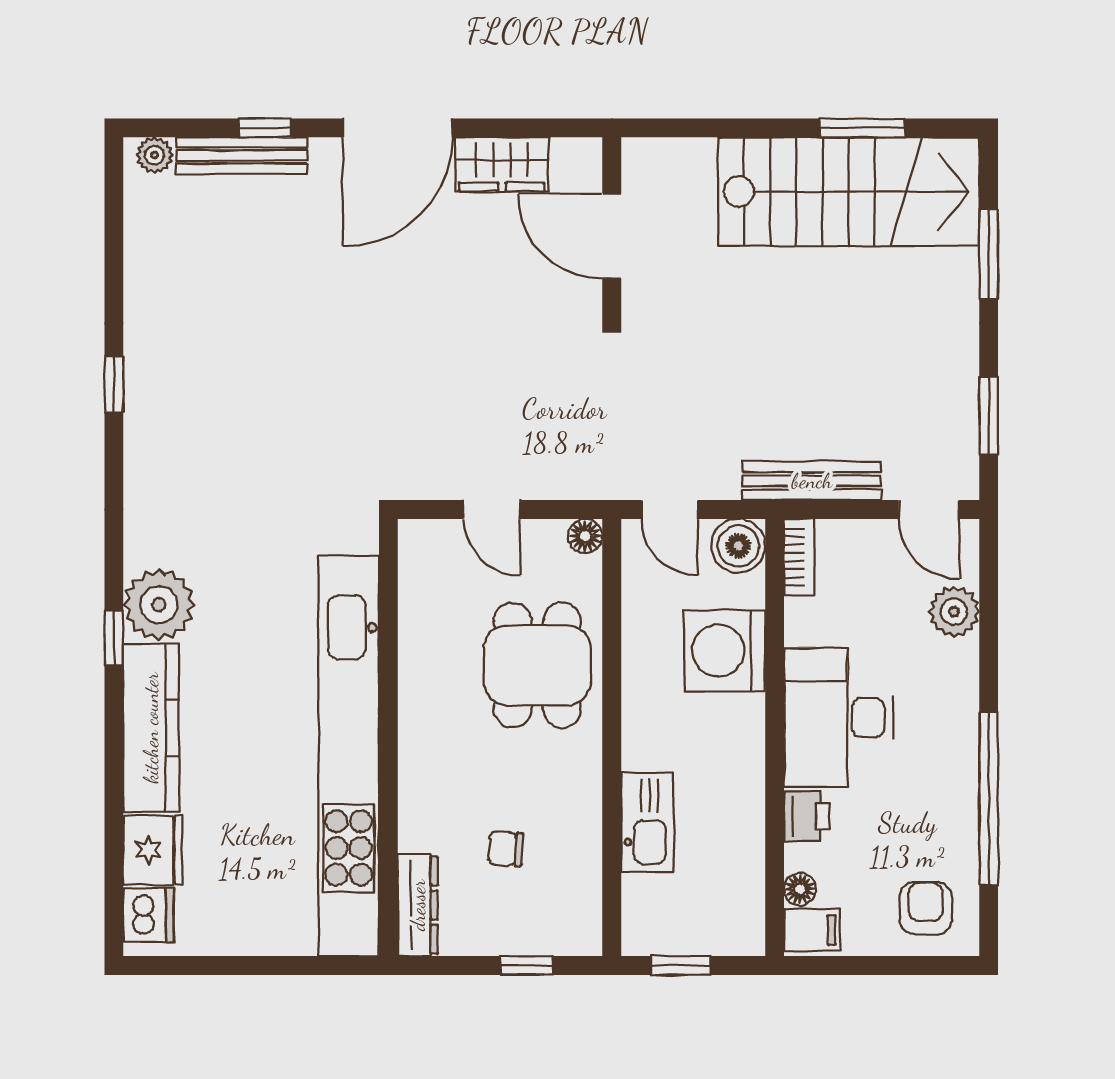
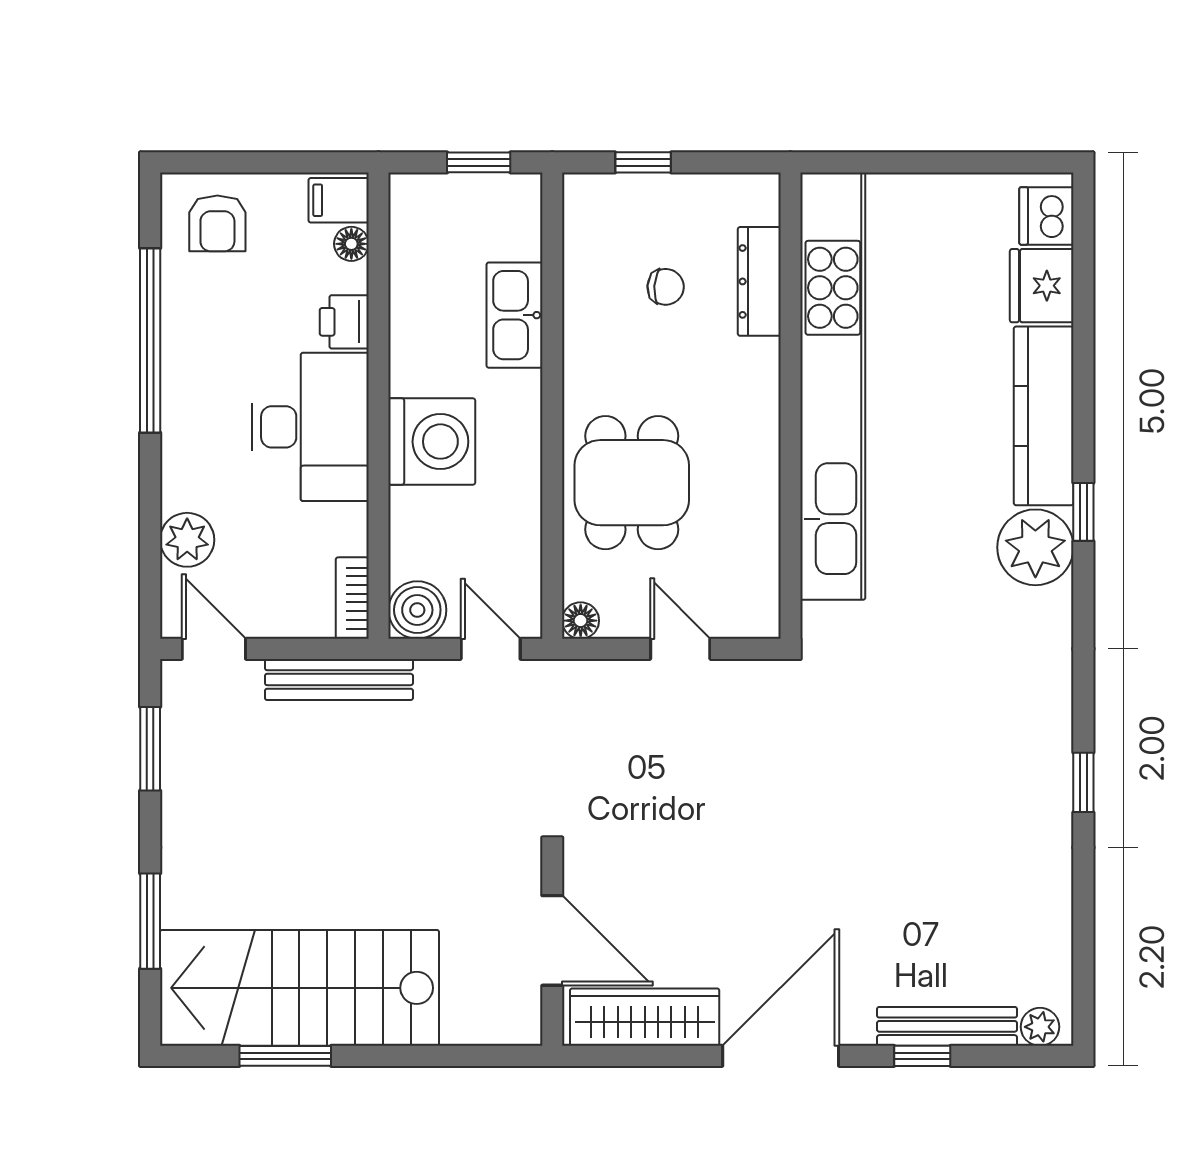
wardrobe: (502, 164) -> (645, 1017), width x1.50
washing machine: (725, 651) -> (432, 442), moved
dresser: (418, 905) -> (759, 281), moved

